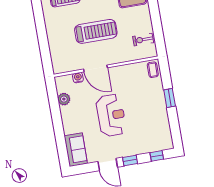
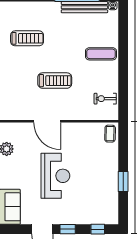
treadmill: (96, 31) -> (55, 81), width x0.73, depth x0.73
water cooler: (78, 78) -> (26, 128), removed
window: (170, 98) -> (123, 182), moved

